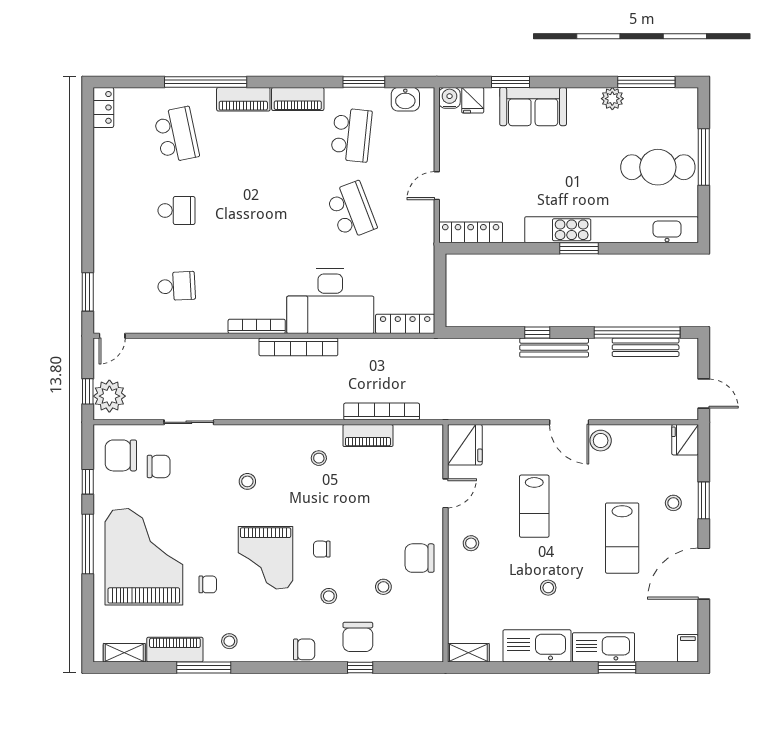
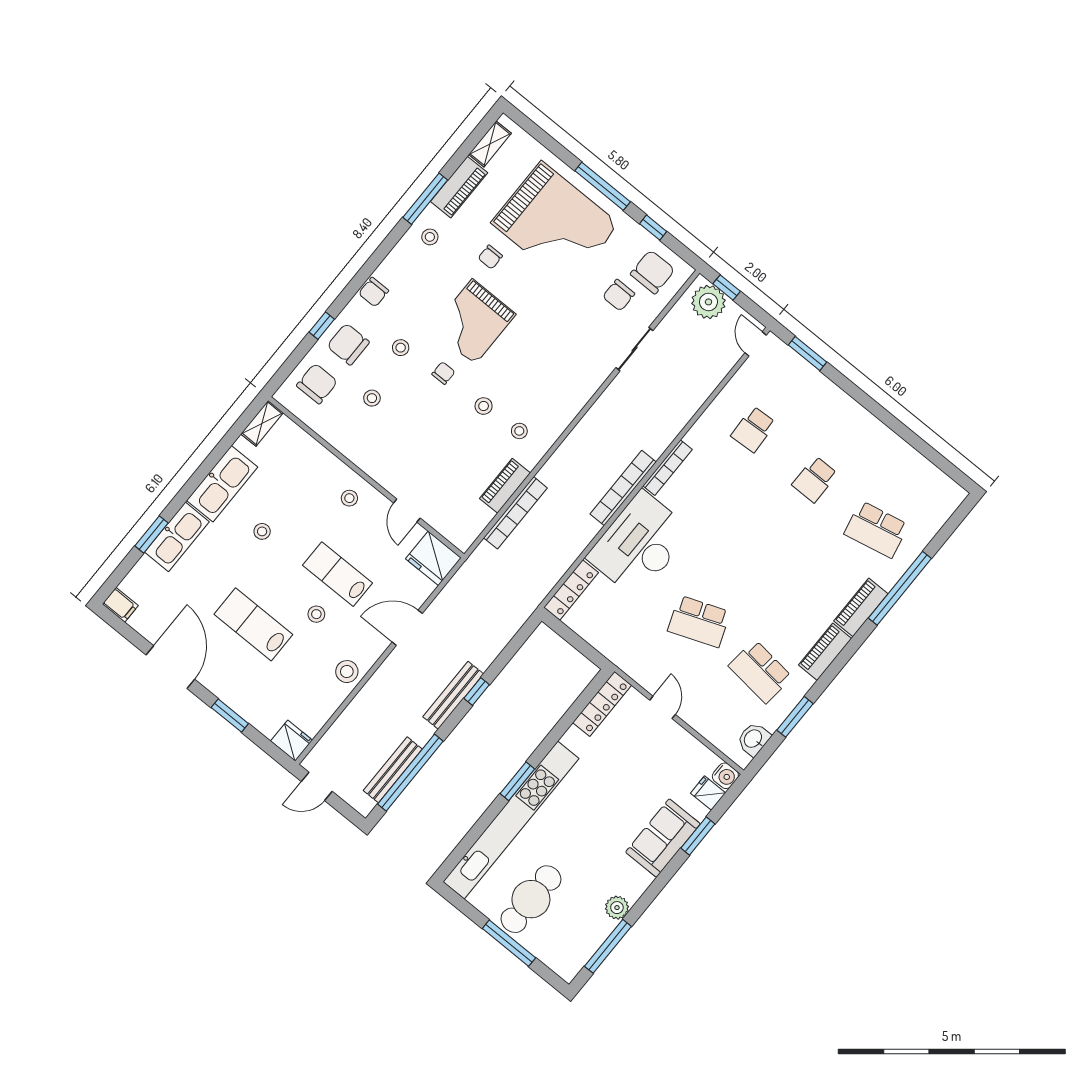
locker: (103, 107) -> (947, 488), removed
door: (569, 422) -> (407, 628), moved
stool: (247, 481) -> (484, 406), moved
stool: (673, 503) -> (316, 614), moved
grand piano: (266, 558) -> (474, 322), turned -90
chair: (420, 558) -> (317, 384), moved

